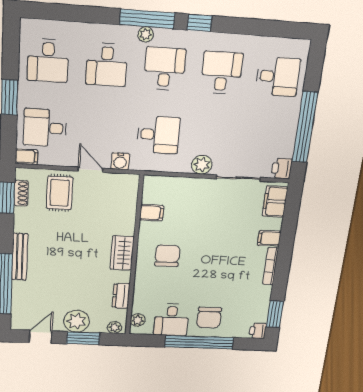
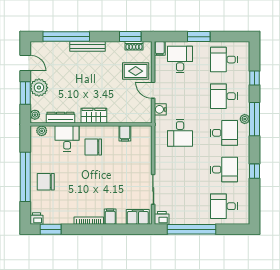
window: (80, 14) -> (254, 78), added
window: (199, 23) -> (254, 171), moved
desk: (278, 77) -> (224, 206), turned 90
plant: (202, 165) -> (161, 164), removed
door: (90, 170) -> (153, 90), swing flipped
chair: (167, 256) -> (93, 147), turned 180
dresser: (121, 296) -> (61, 118), width x1.44
desk: (171, 320) -> (67, 138), moved, turned 90

